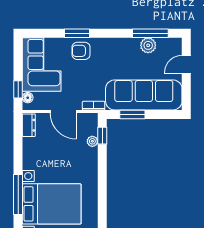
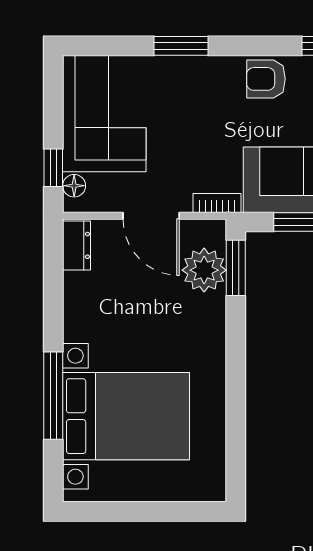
armchair: (81, 51) -> (266, 79), moved
window: (102, 136) -> (236, 268), width x1.50
plant: (92, 141) -> (204, 270), width x1.88, depth x1.88

